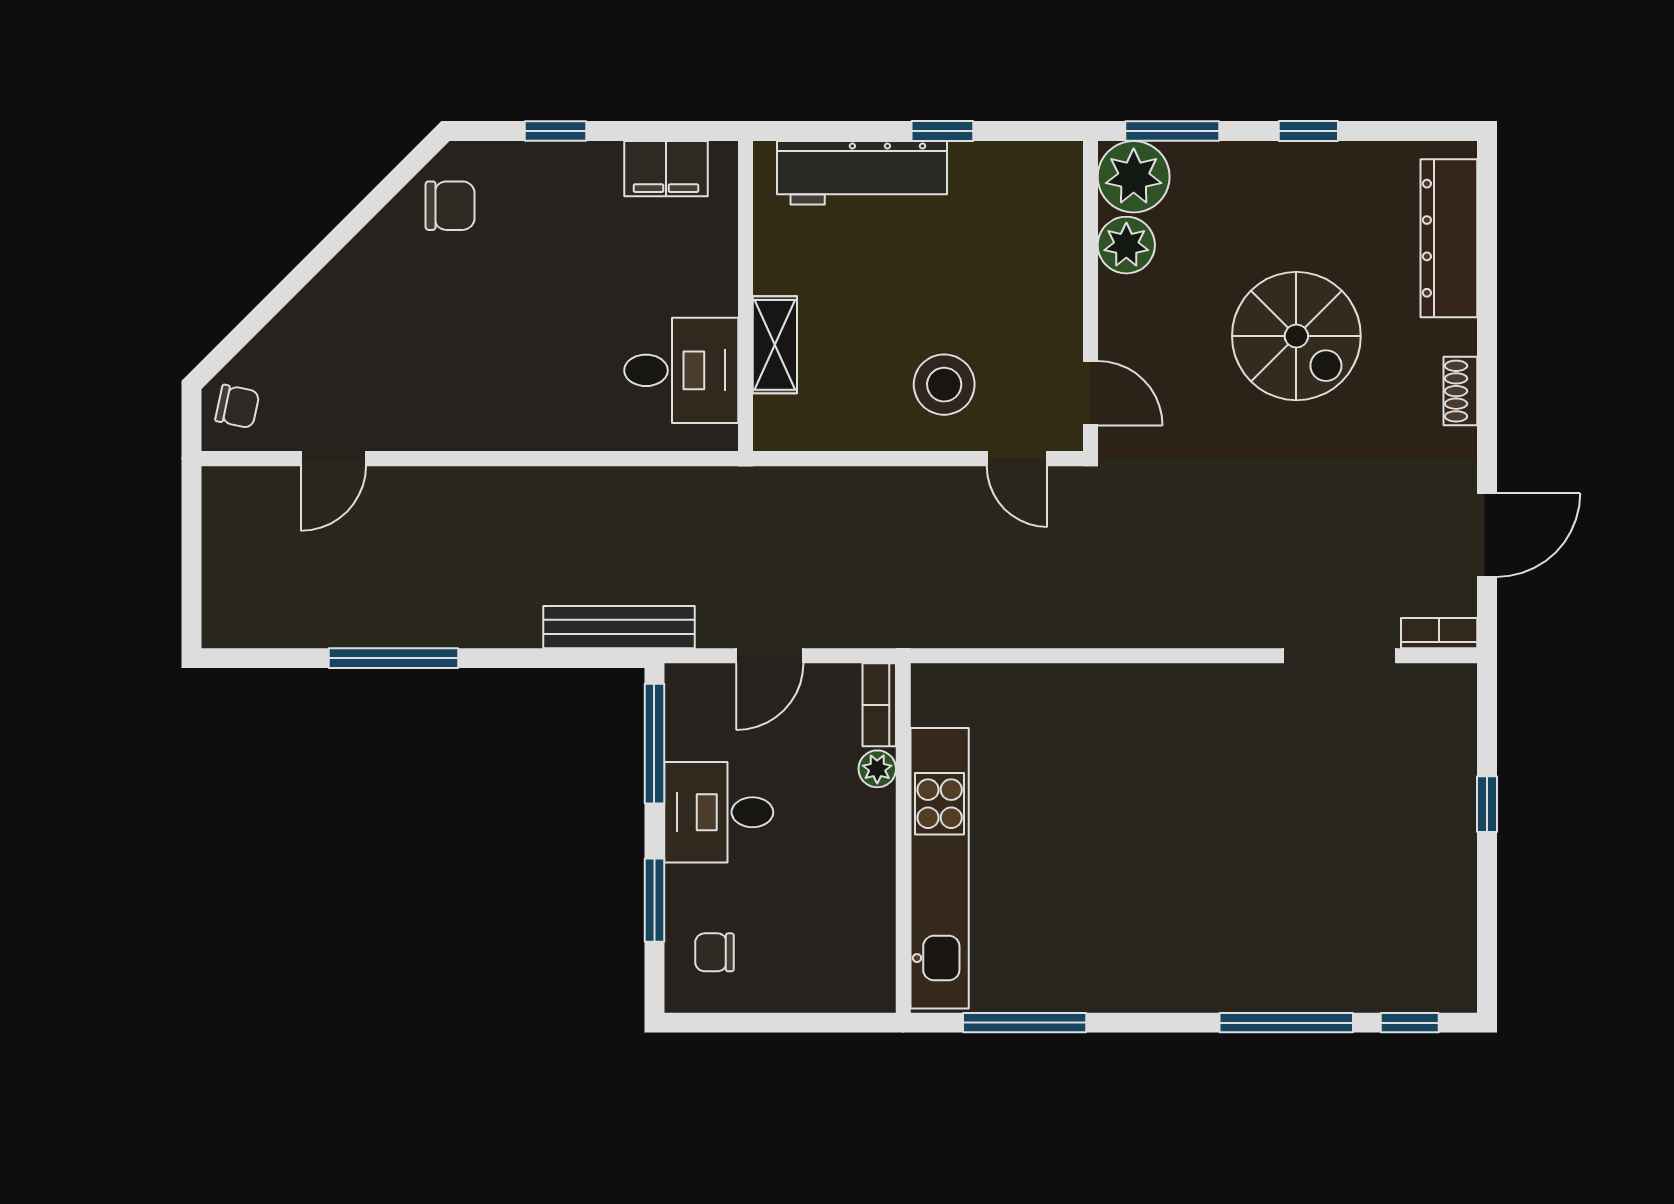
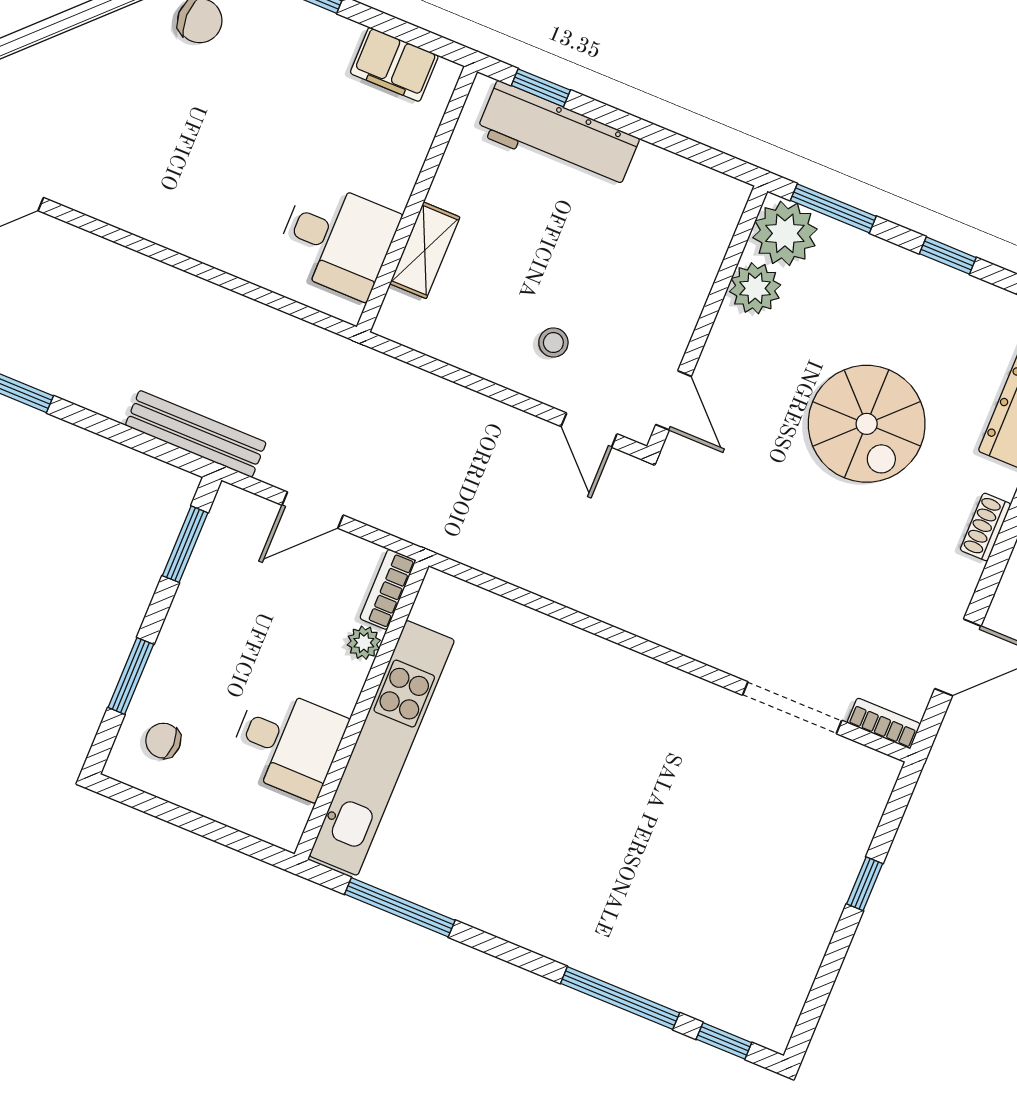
window: (942, 131) -> (541, 88), moved
stool: (944, 385) -> (553, 343), width x0.53, depth x0.53
window: (654, 744) -> (185, 544), width x0.69
desk: (719, 812) -> (287, 743), moved, turned 180

